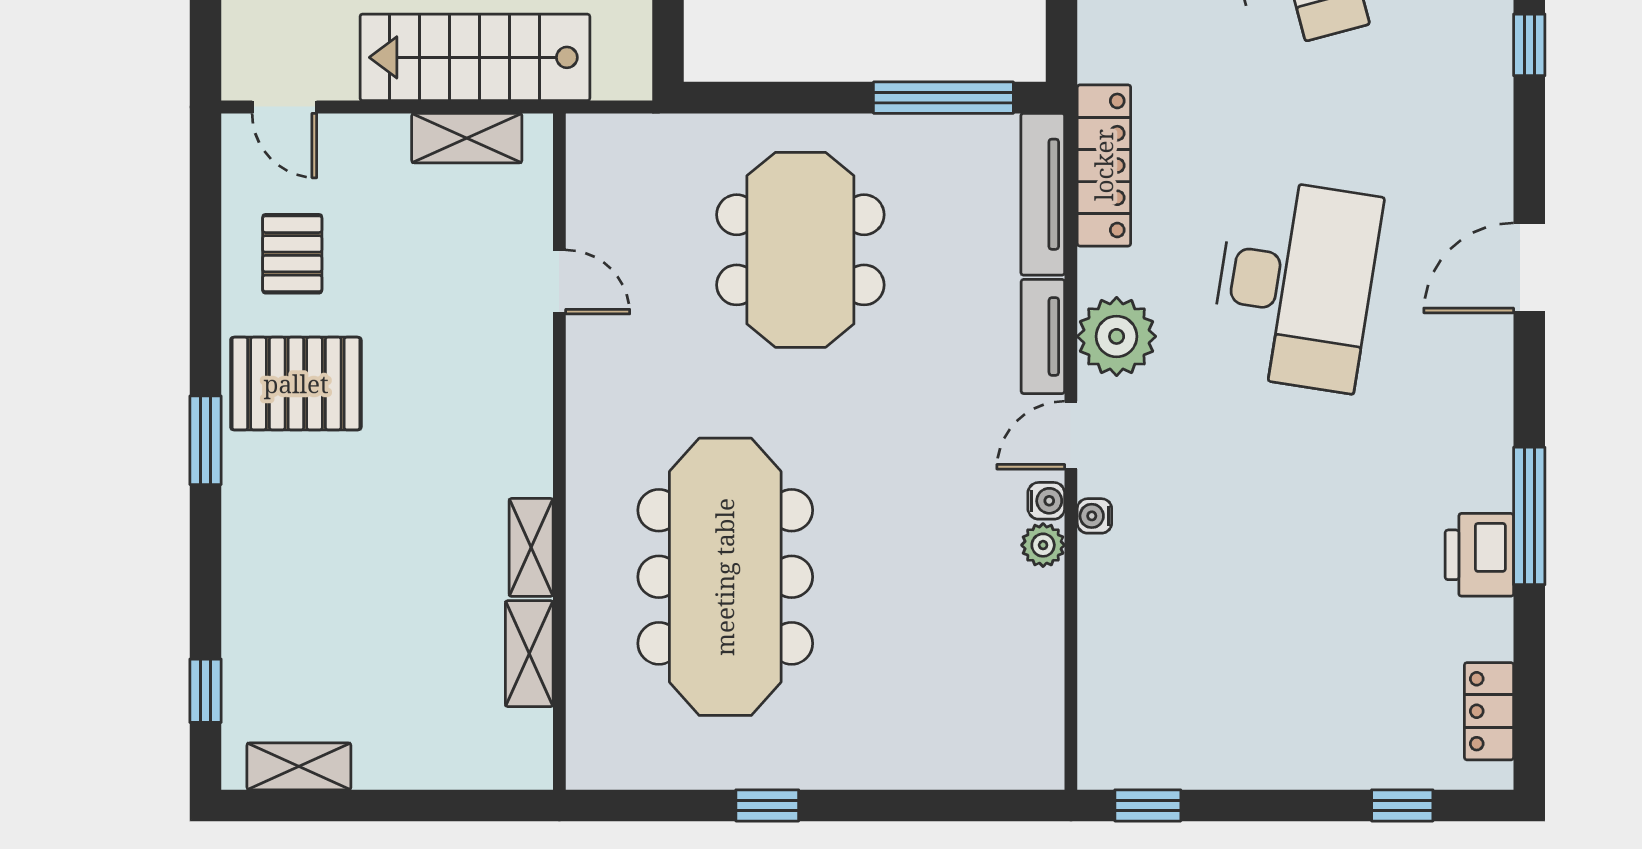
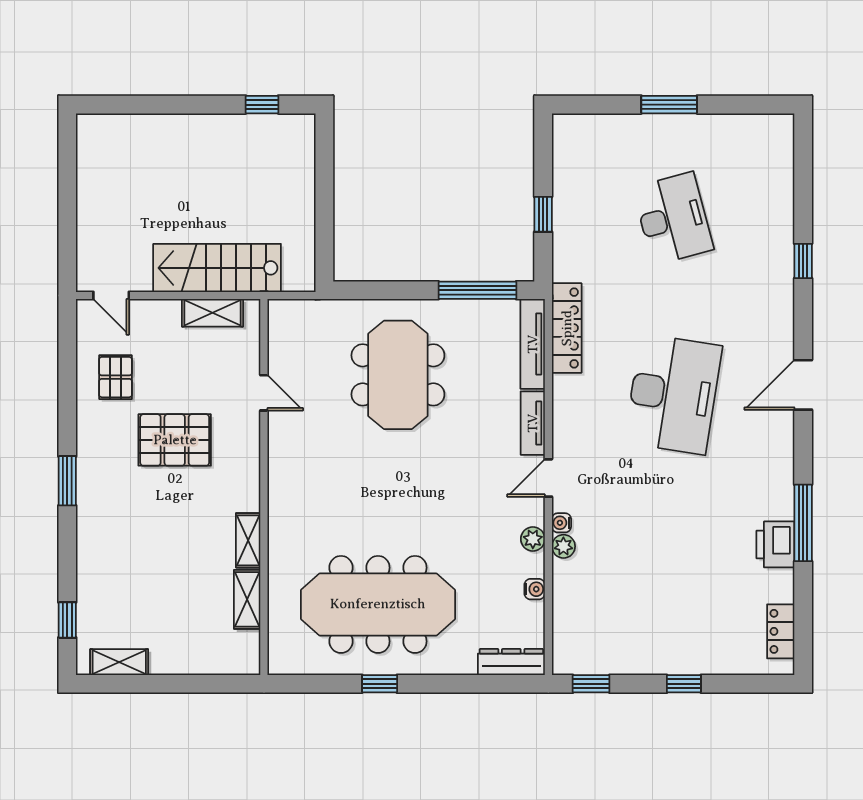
plant: (1117, 336) -> (563, 546), moved, width x0.53, depth x0.53
pallet: (296, 384) -> (175, 440), moved
water cooler: (1046, 501) -> (535, 589), moved
meeting table: (725, 577) -> (378, 604), moved, turned 90
dresser: (1004, 766) -> (511, 662), added
window: (1402, 805) -> (684, 684), moved

